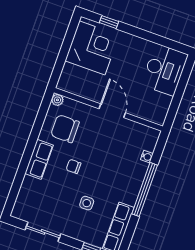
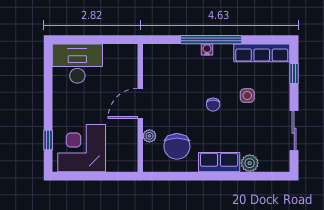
plant: (57, 100) -> (149, 136), moved
water cooler: (147, 157) -> (207, 50), moved
chair: (74, 166) -> (213, 105), moved
plant: (29, 185) -> (250, 163), added

